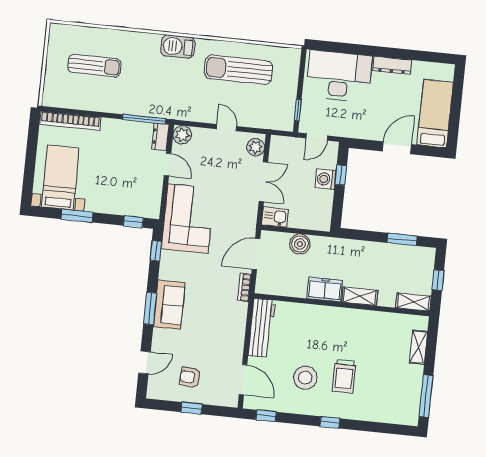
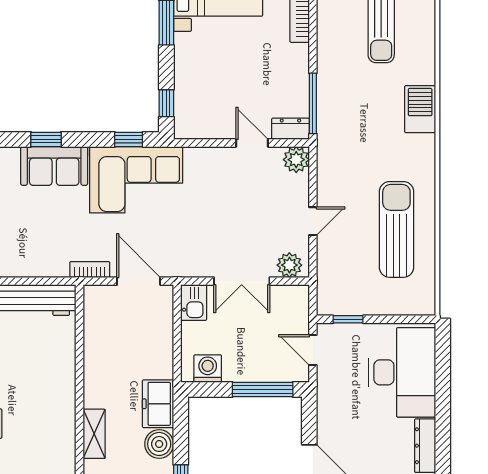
barbecue: (178, 47) -> (420, 109), moved
door: (167, 165) -> (252, 143), swing flipped
window: (341, 175) -> (263, 389), width x2.17
washing machine: (326, 179) -> (208, 369), moved
corner sofa: (188, 219) -> (136, 180), moved
boiler: (300, 244) -> (159, 444), moved
freezer: (325, 289) -> (158, 404), moved, turned 180
window: (150, 309) -> (46, 139), width x0.67

